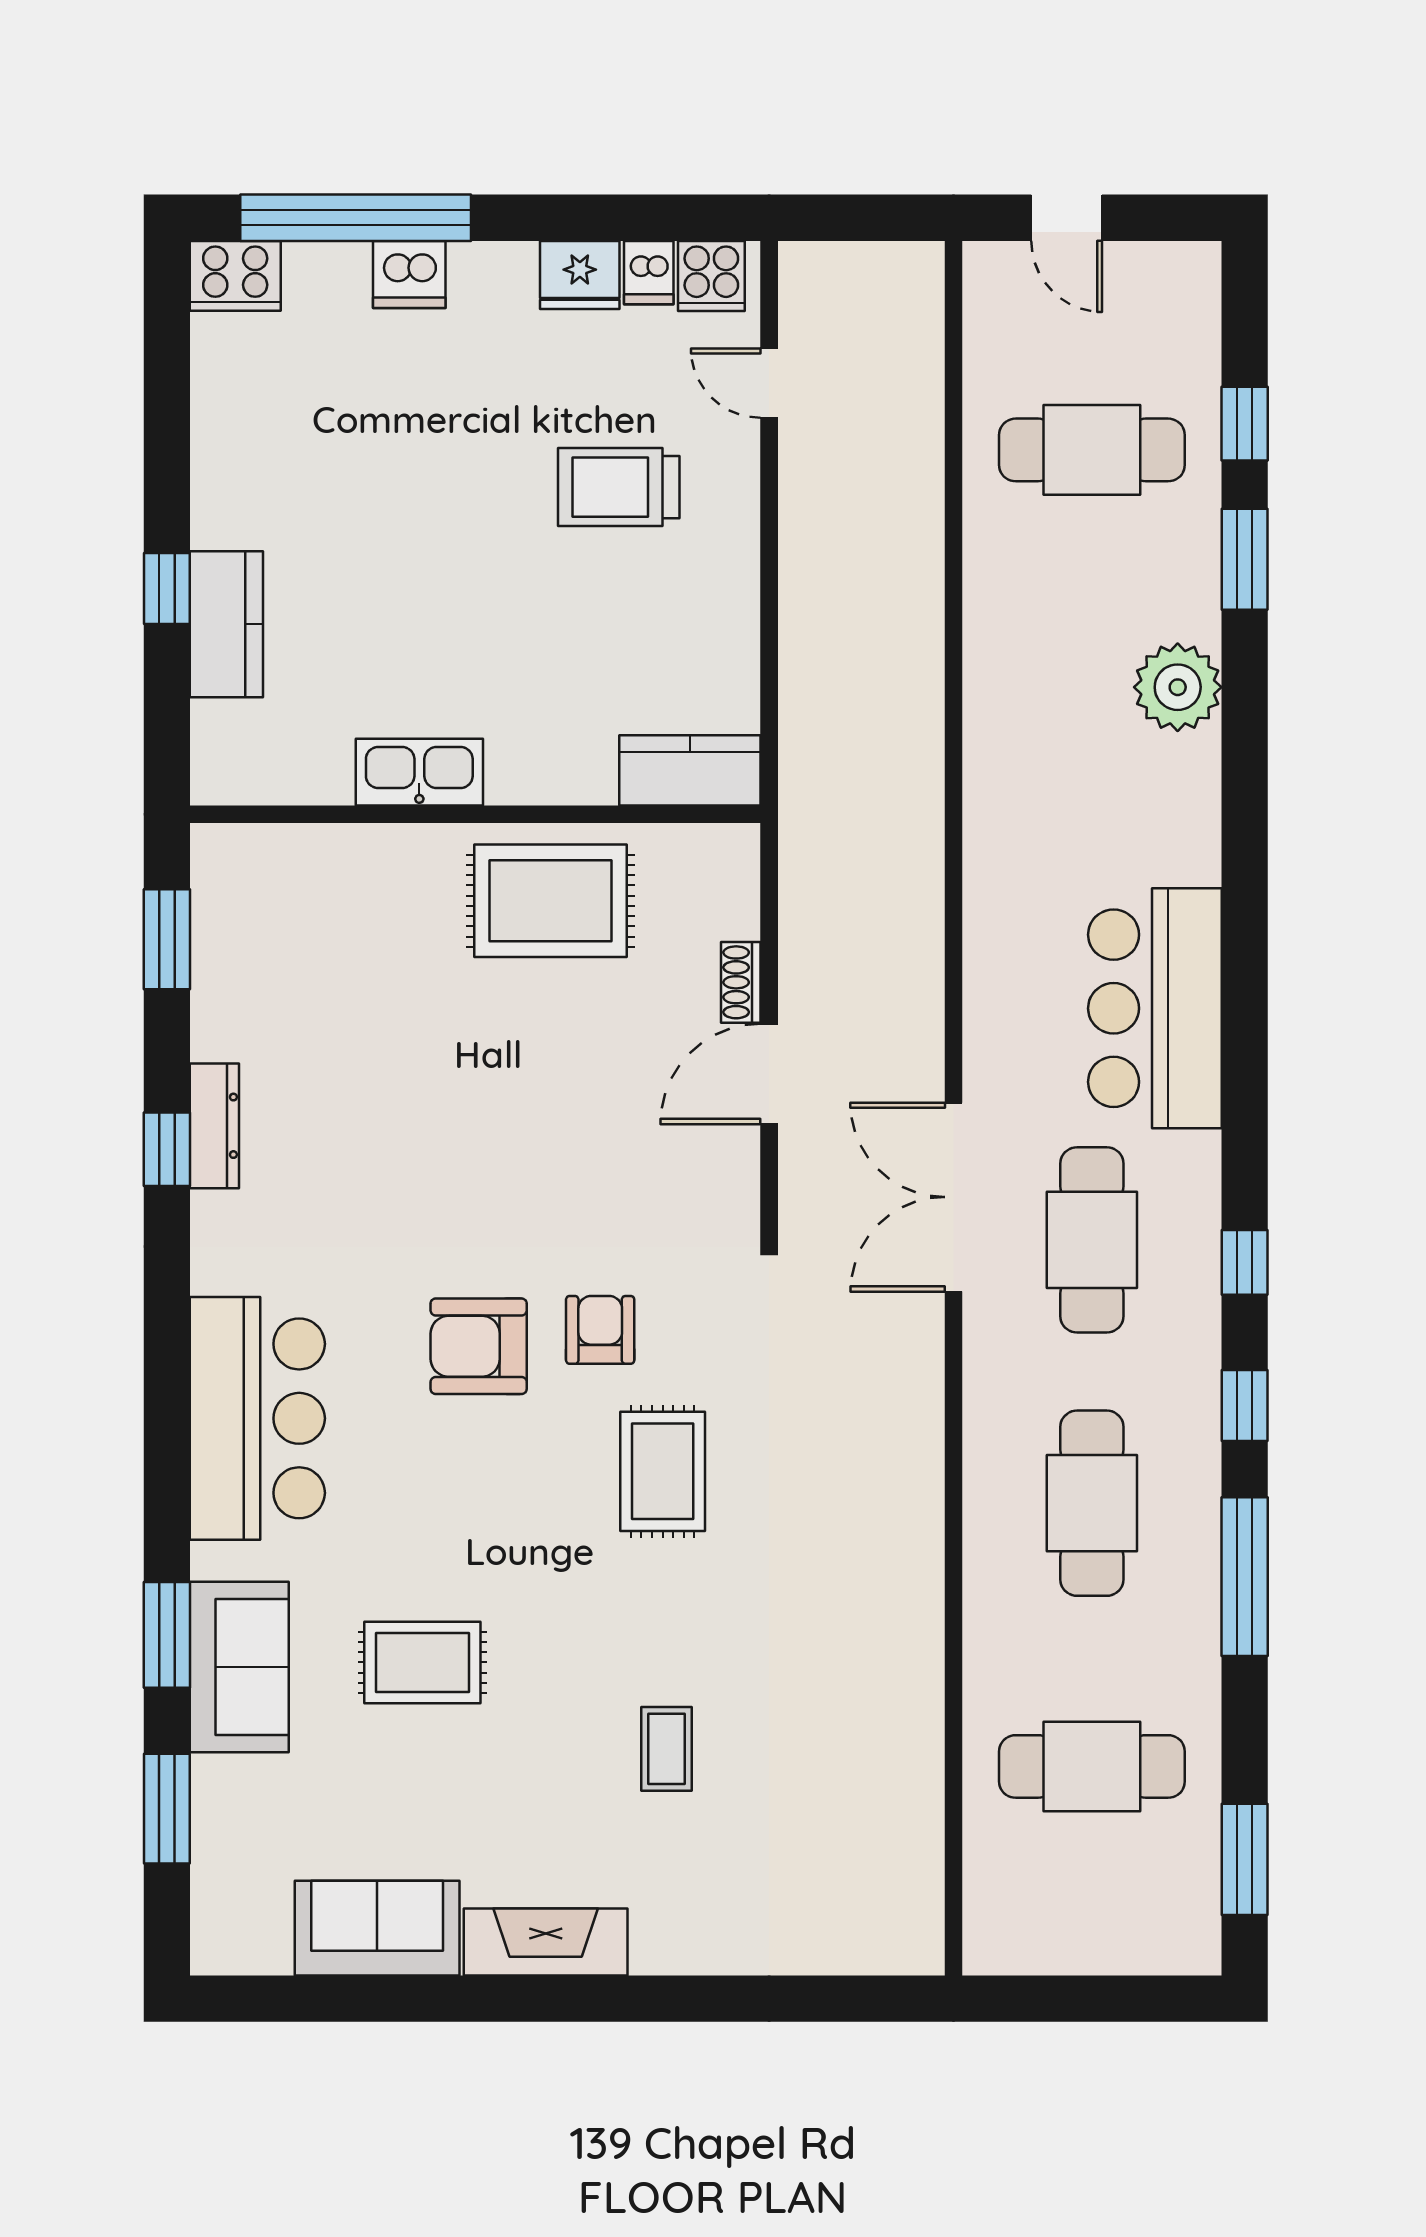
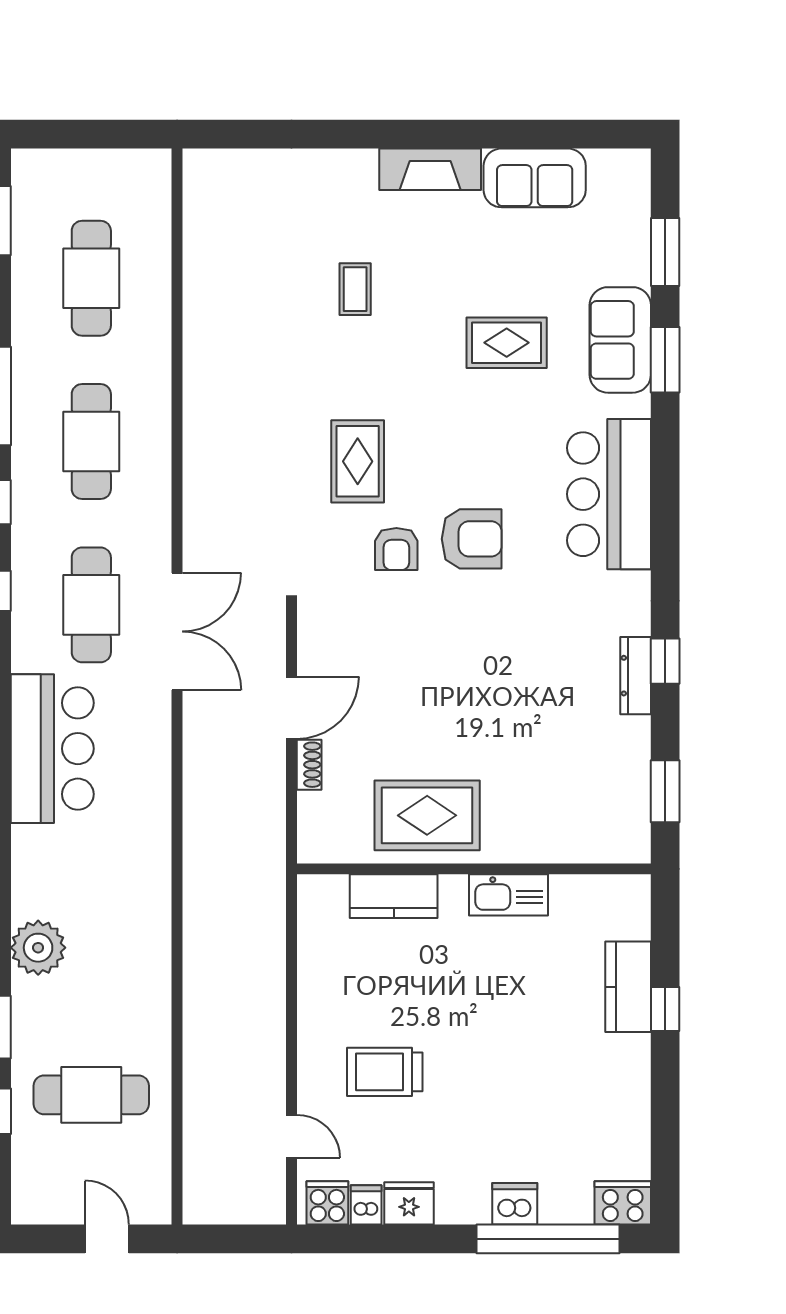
trolley: (619, 487) -> (385, 1072), turned 180
kitchen counter: (690, 770) -> (394, 896), moved
cafe table: (1092, 1766) -> (91, 278), turned 90

